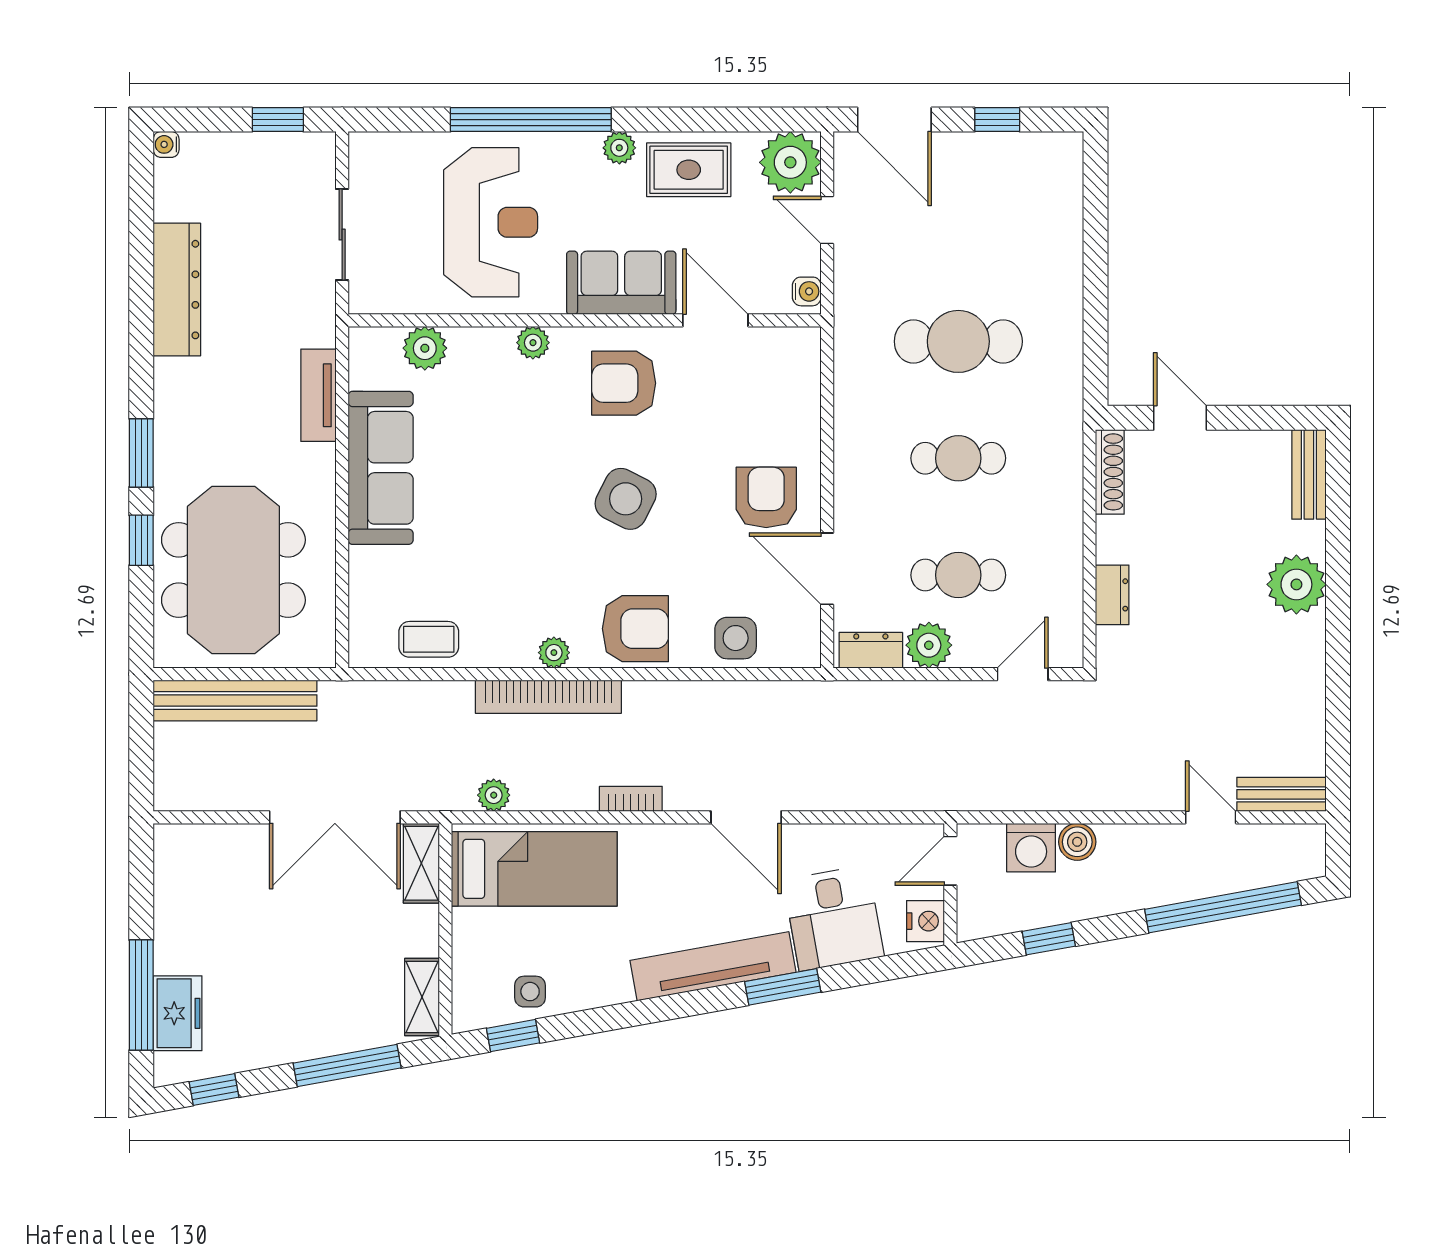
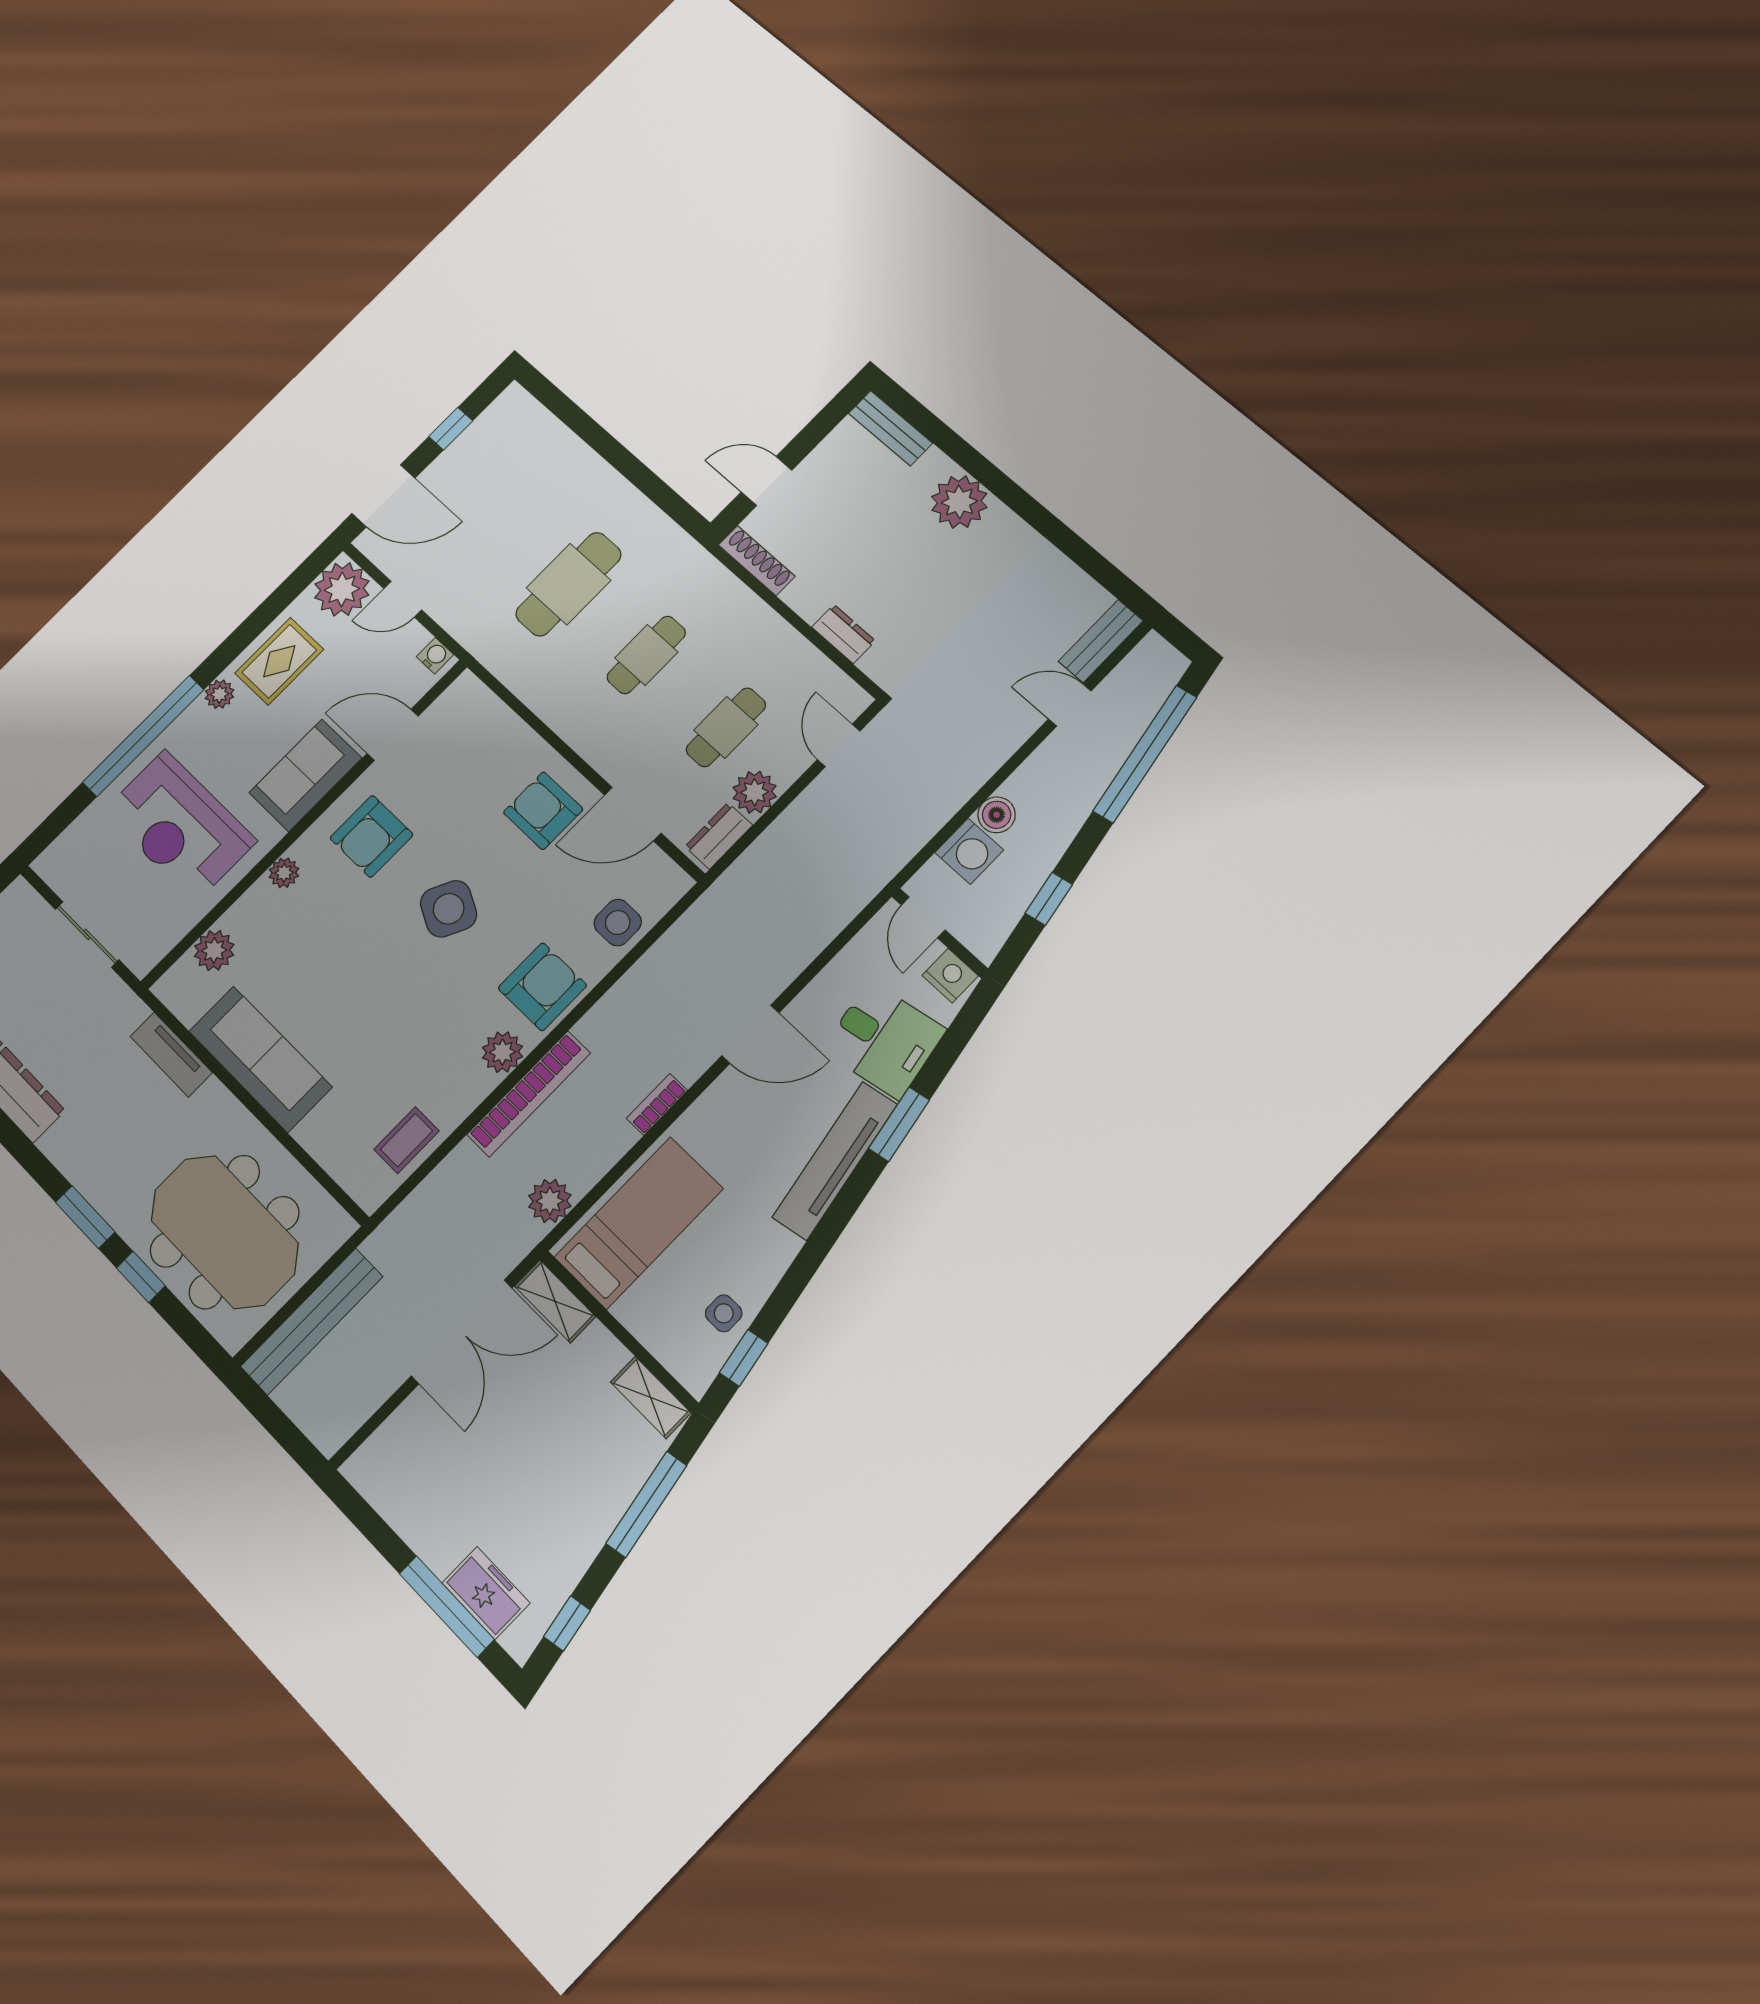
reception desk: (491, 222) -> (180, 826), turned 180
plant: (554, 653) -> (502, 1052), width x1.38, depth x1.38
plant: (494, 795) -> (550, 1201), width x1.38, depth x1.38

